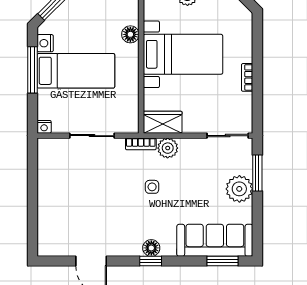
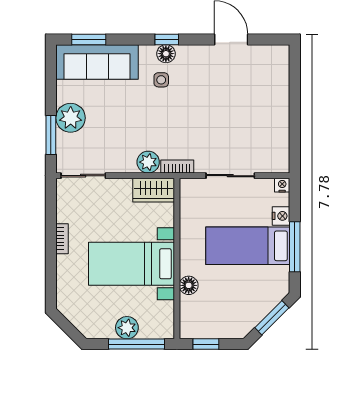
nightstand: (45, 43) -> (281, 216), moved
side table: (152, 187) -> (161, 80), moved

